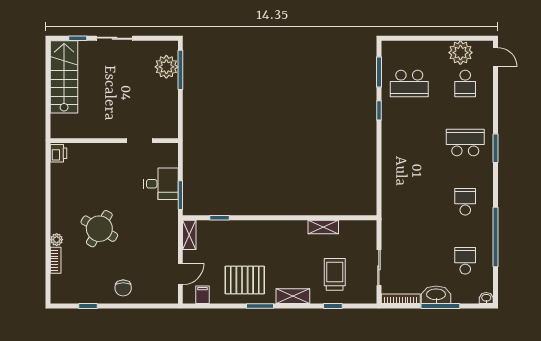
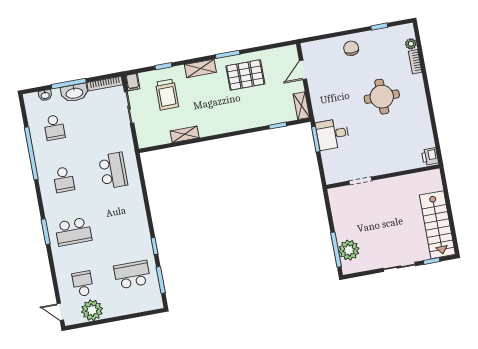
desk: (161, 184) -> (333, 134), moved
school desk: (409, 202) -> (113, 171), added
round table: (99, 229) -> (382, 97), turned -30
plant: (57, 240) -> (411, 44), moved
filing cabinet: (202, 295) -> (133, 82), moved
washbasin: (486, 298) -> (45, 95), moved

